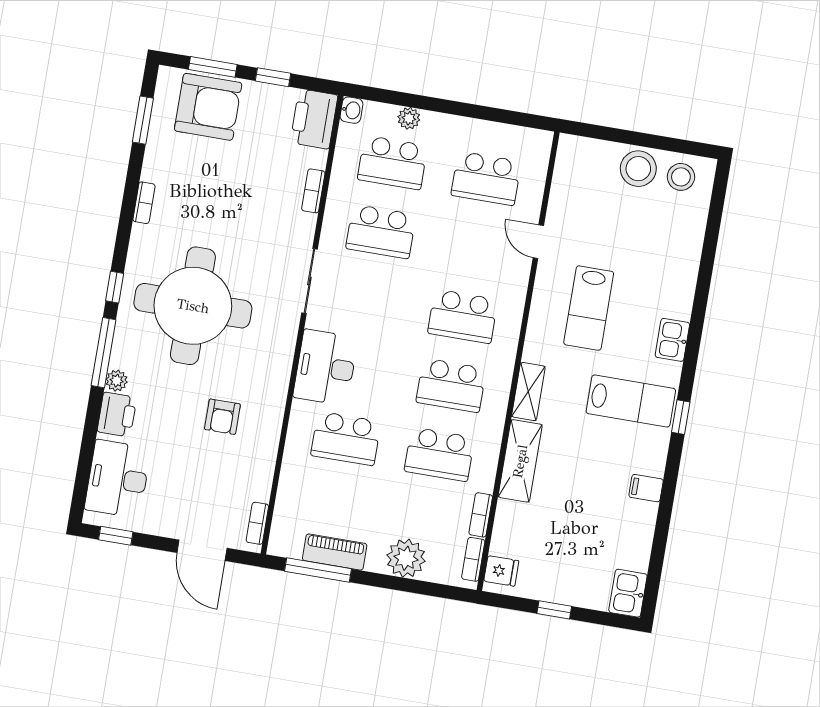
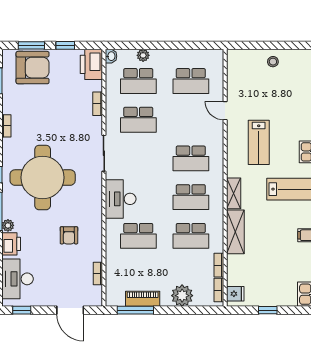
stool: (638, 169) -> (273, 62), width x0.53, depth x0.53
stool: (681, 177) -> (297, 62), removed
bookcase: (257, 523) -> (98, 273), moved

